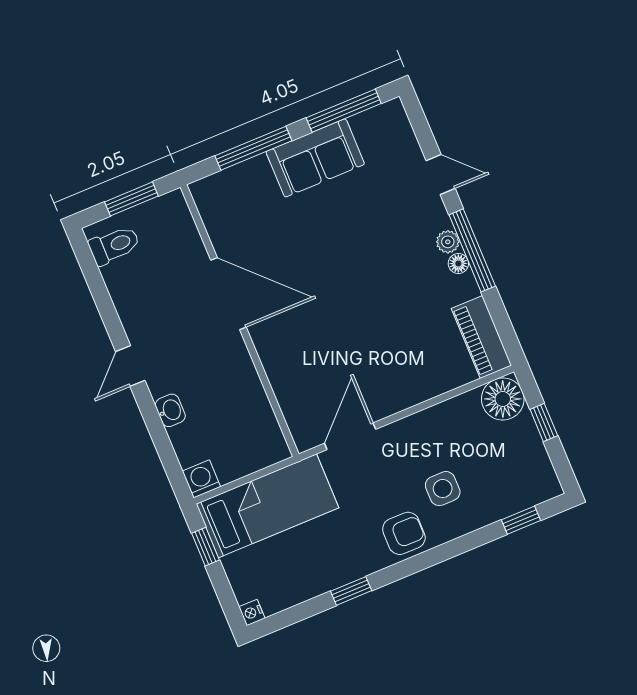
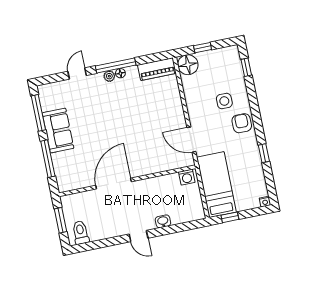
washing machine: (201, 479) -> (187, 177), moved, turned -90

